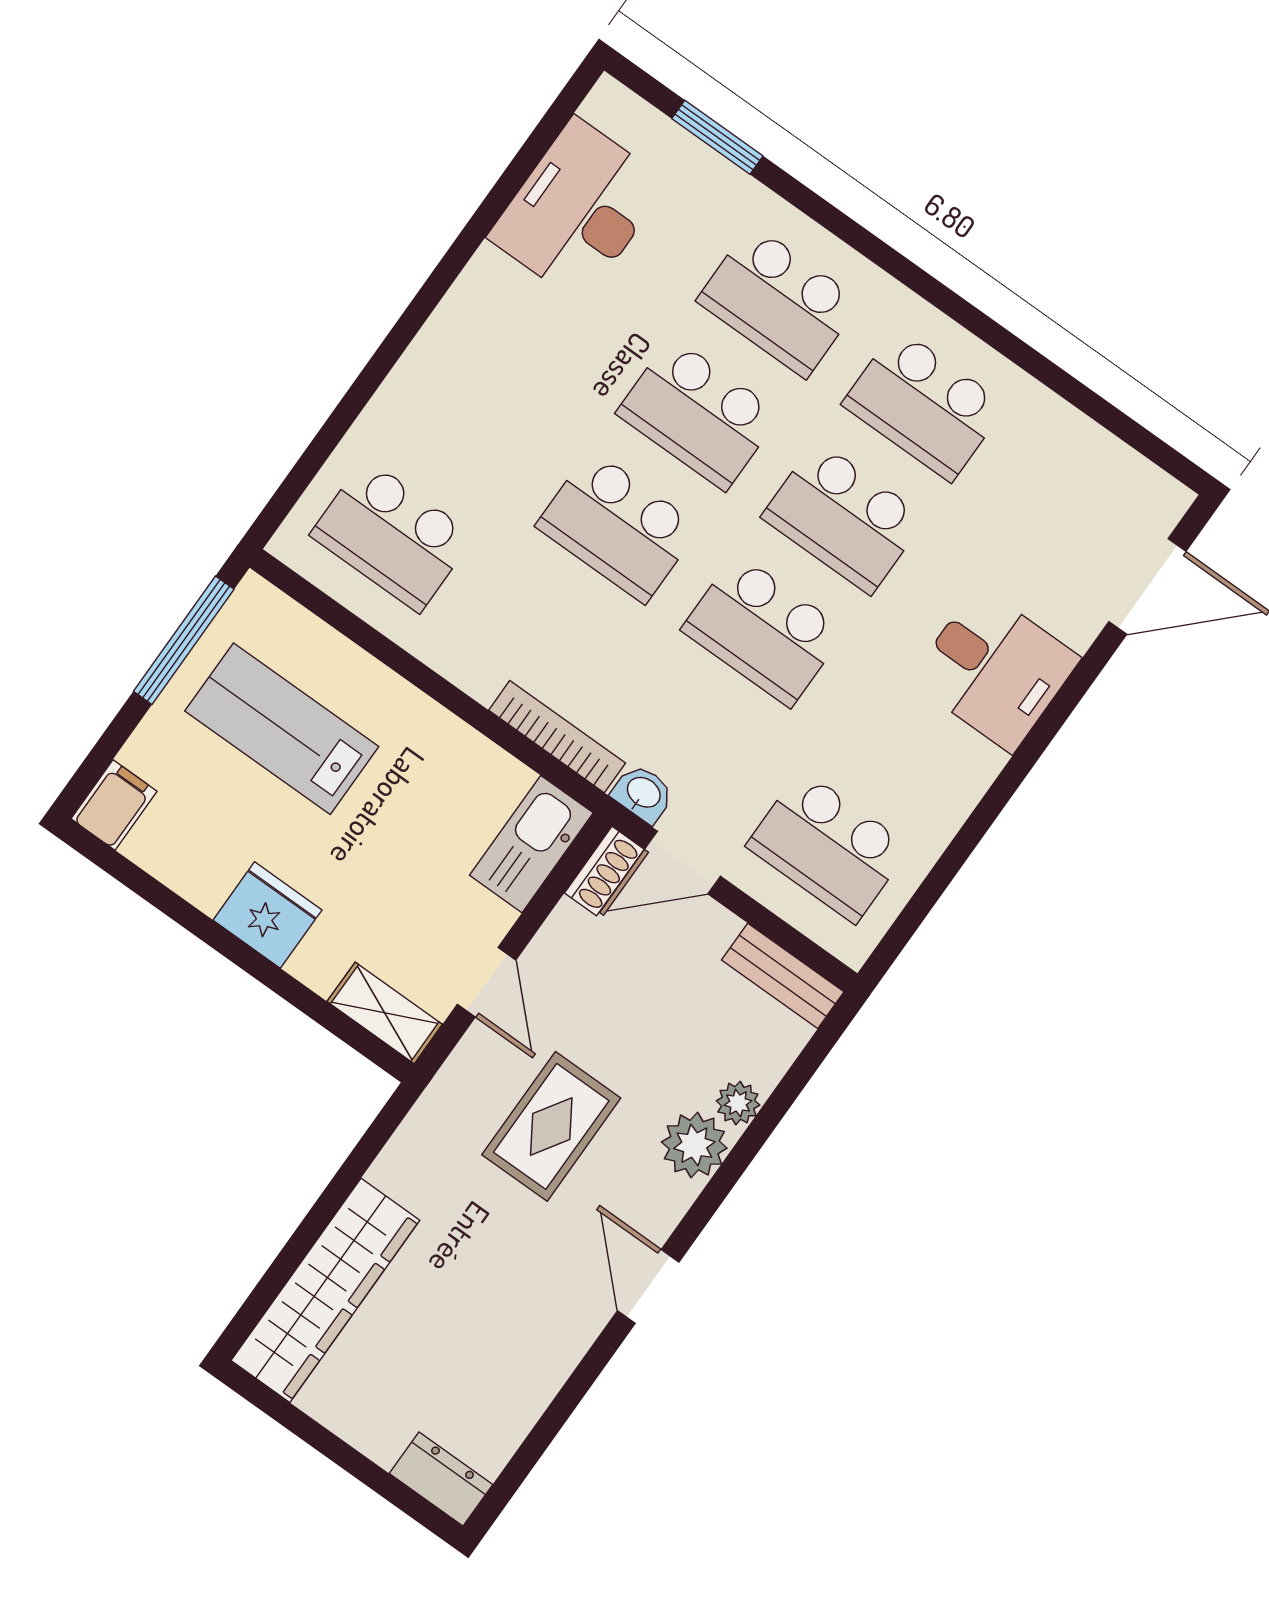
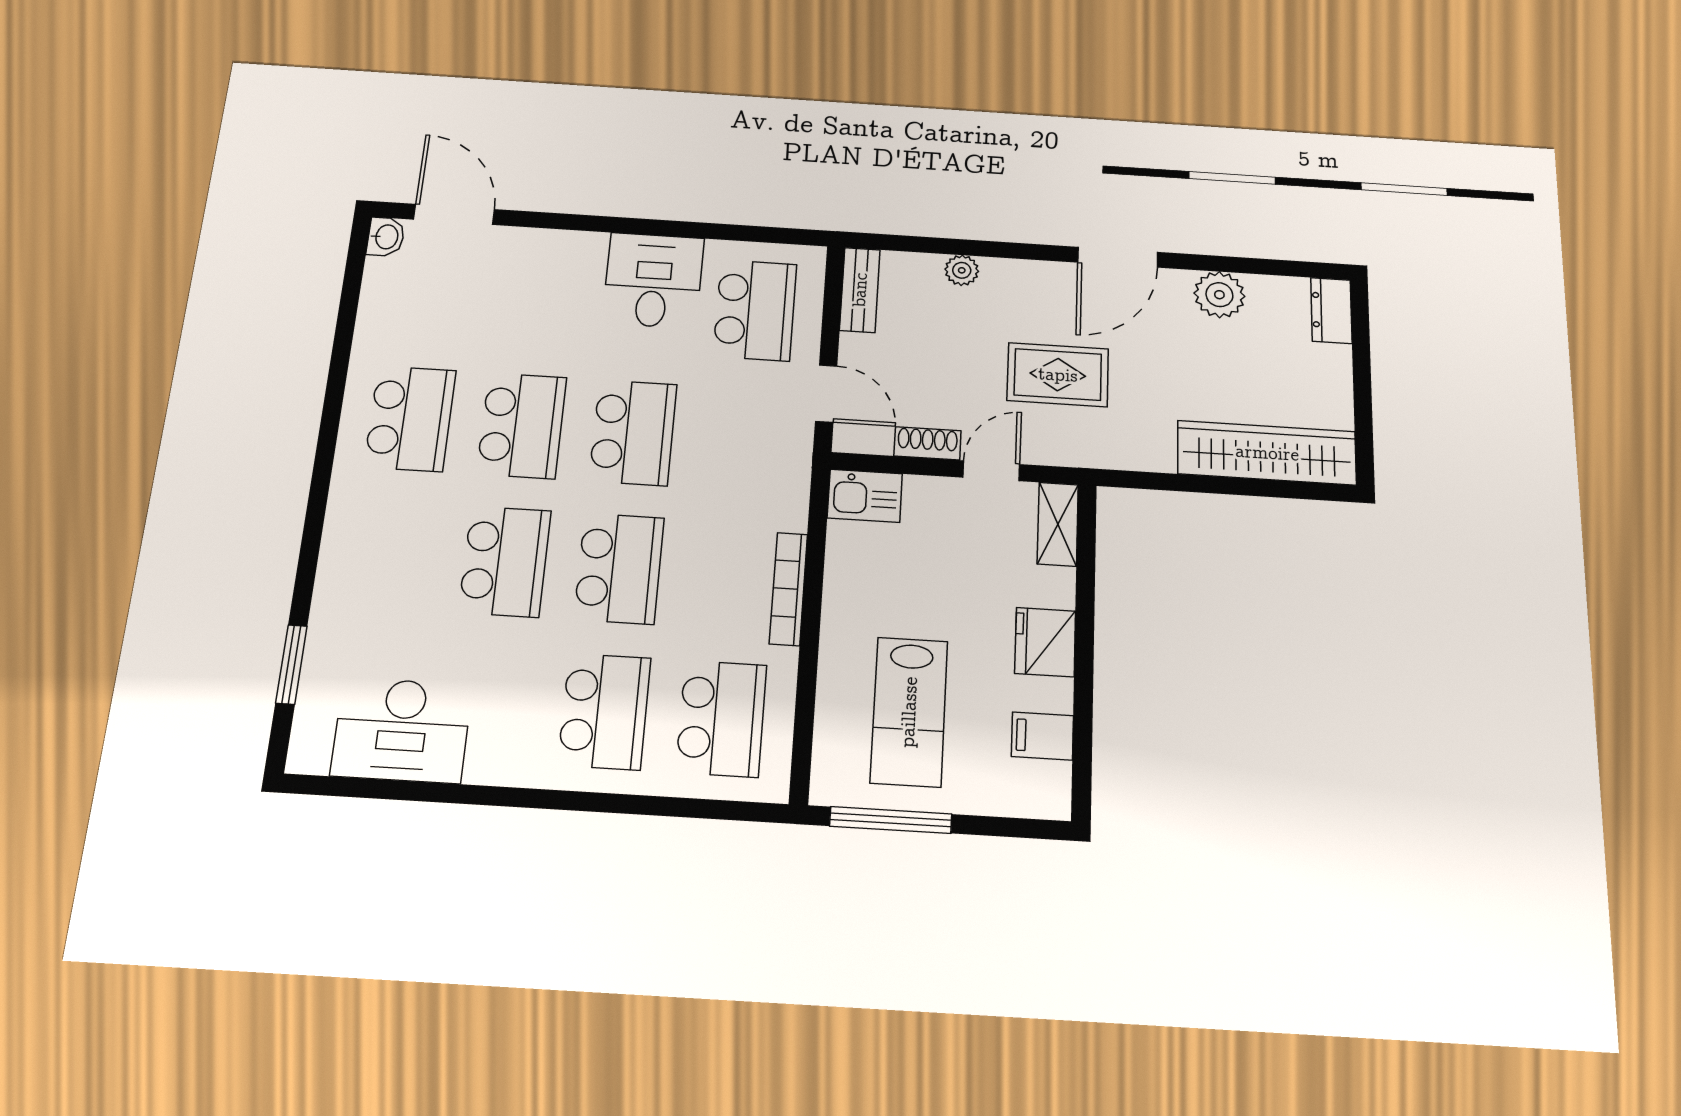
school desk: (779, 301) -> (604, 711), moved
desk: (995, 669) -> (653, 280), moved
bookcase: (557, 737) -> (788, 589), moved
washbasin: (643, 793) -> (386, 237), moved, turned 180
filing cabinet: (114, 805) -> (1042, 736), moved
kitchen sink: (531, 844) -> (865, 496), width x0.73
shoe rack: (604, 871) -> (927, 443), moved
plant: (694, 1145) -> (1219, 295), moved
door: (648, 1286) -> (1118, 257), width x1.38

